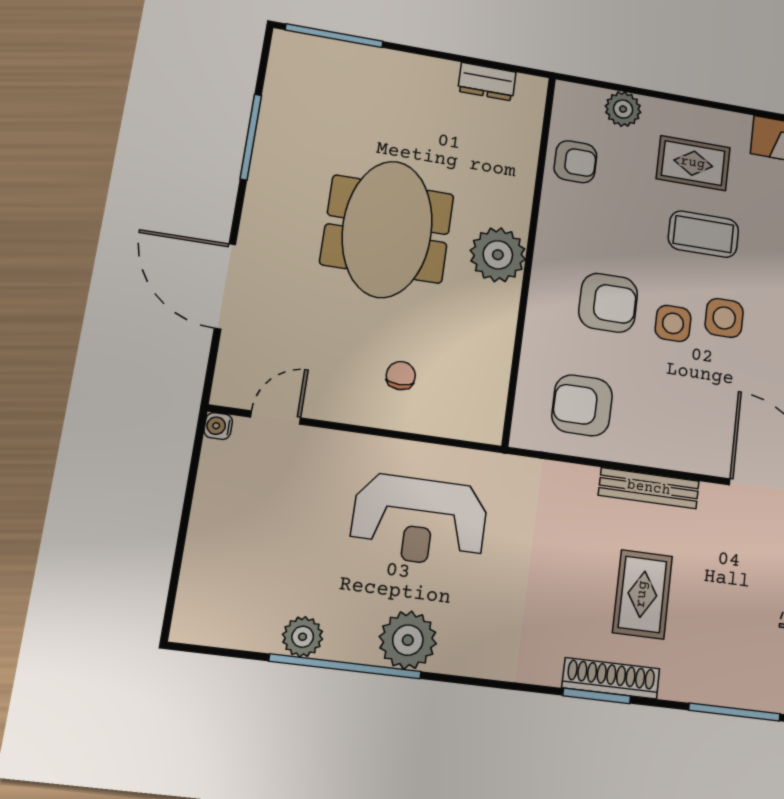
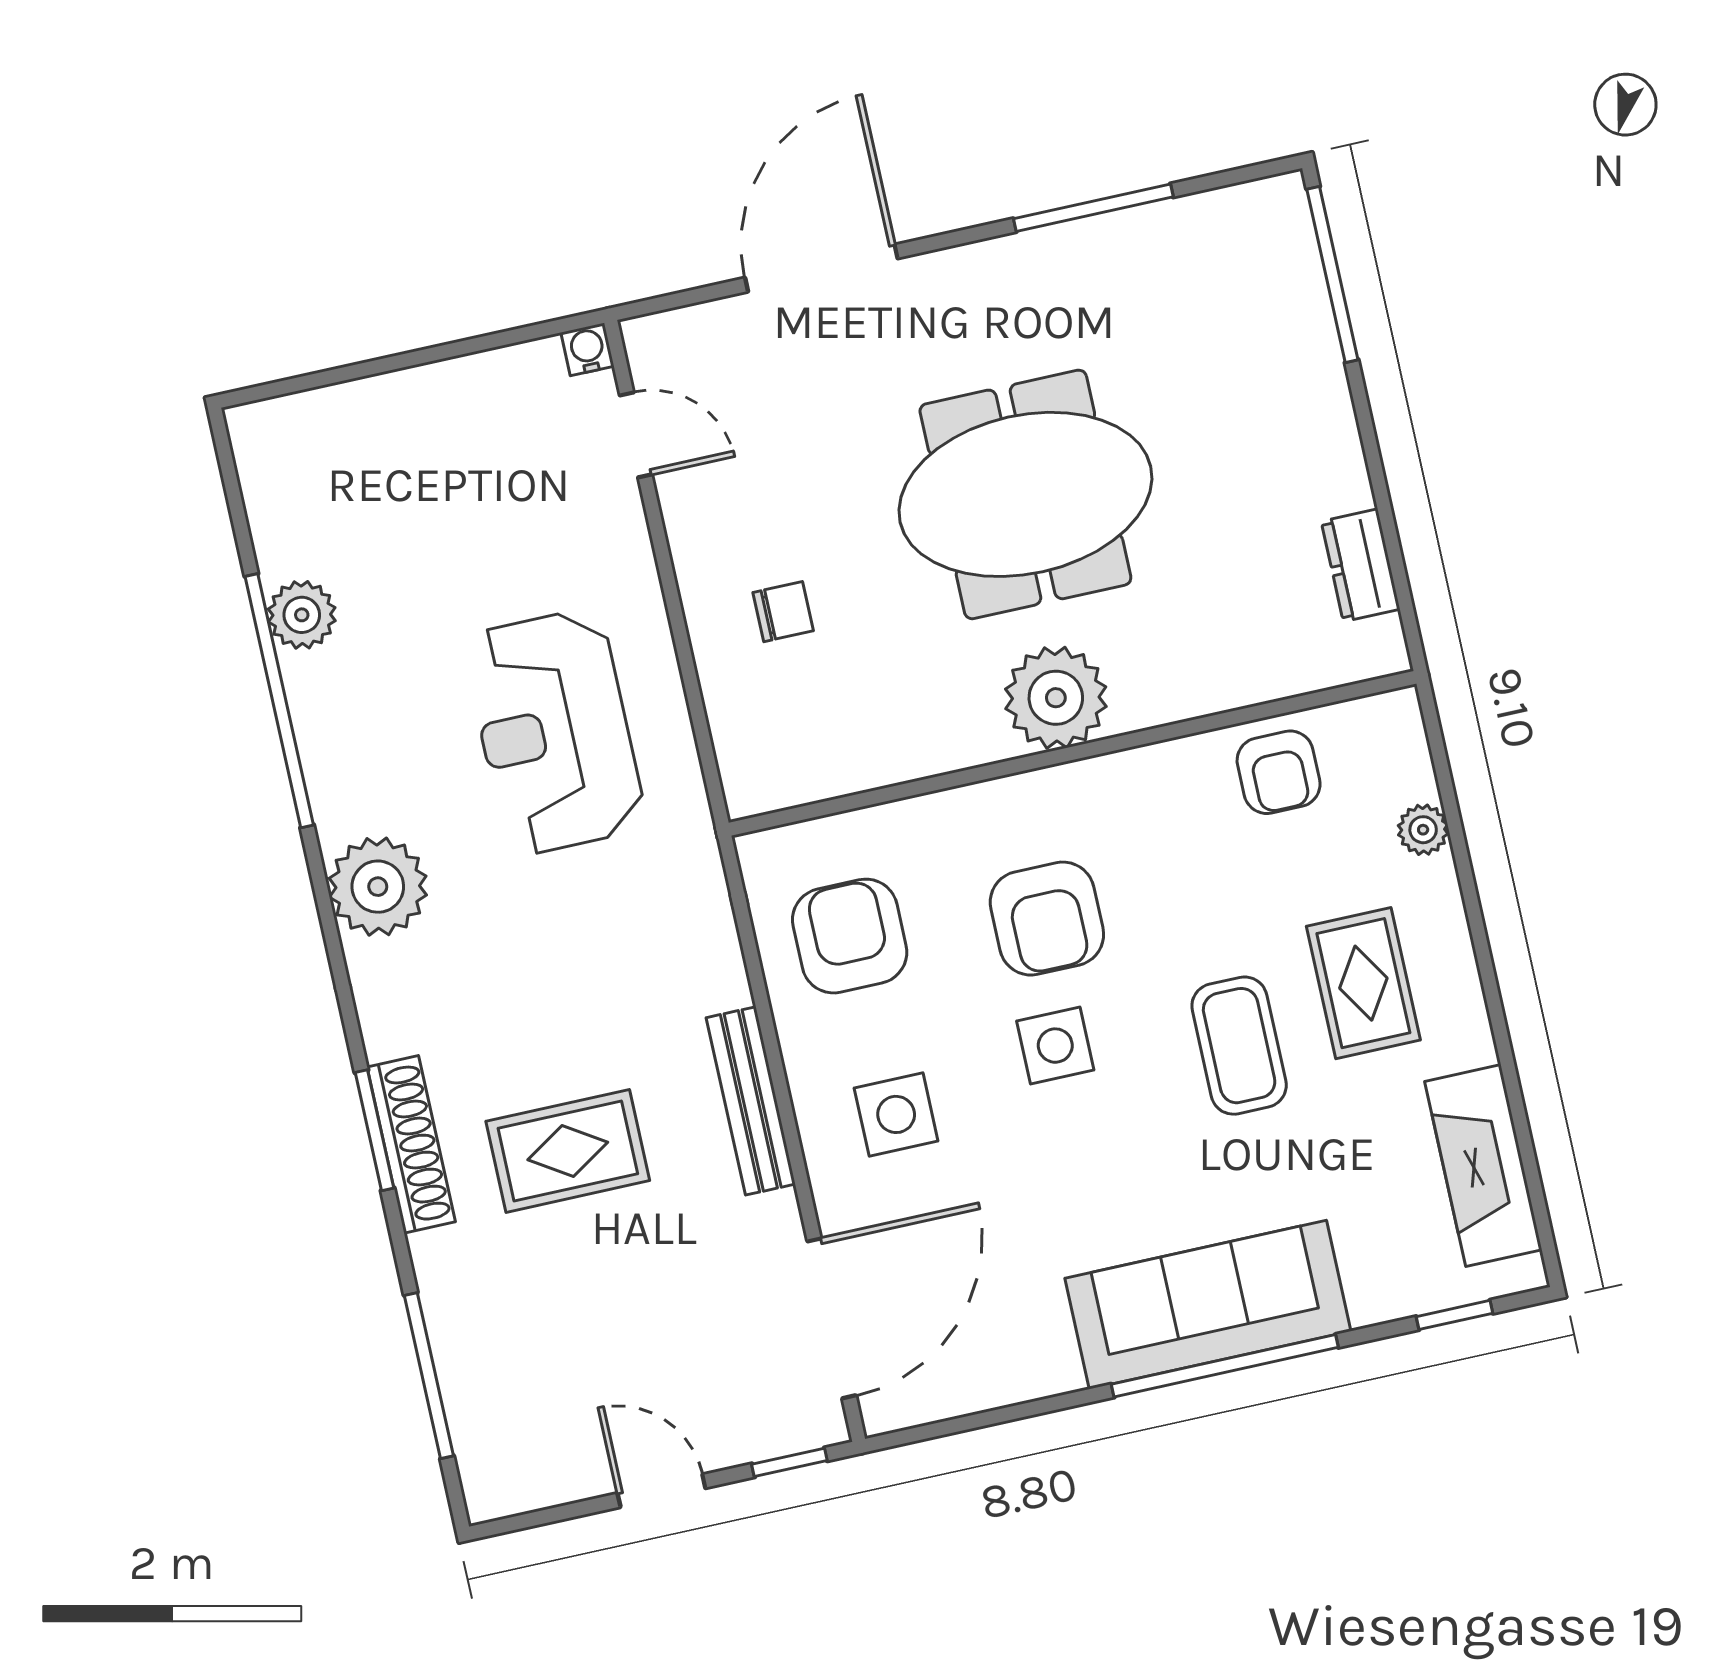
plant: (623, 109) -> (1423, 830), width x0.73, depth x0.73
side table: (724, 318) -> (896, 1114), moved
plant: (408, 640) -> (378, 887), moved

